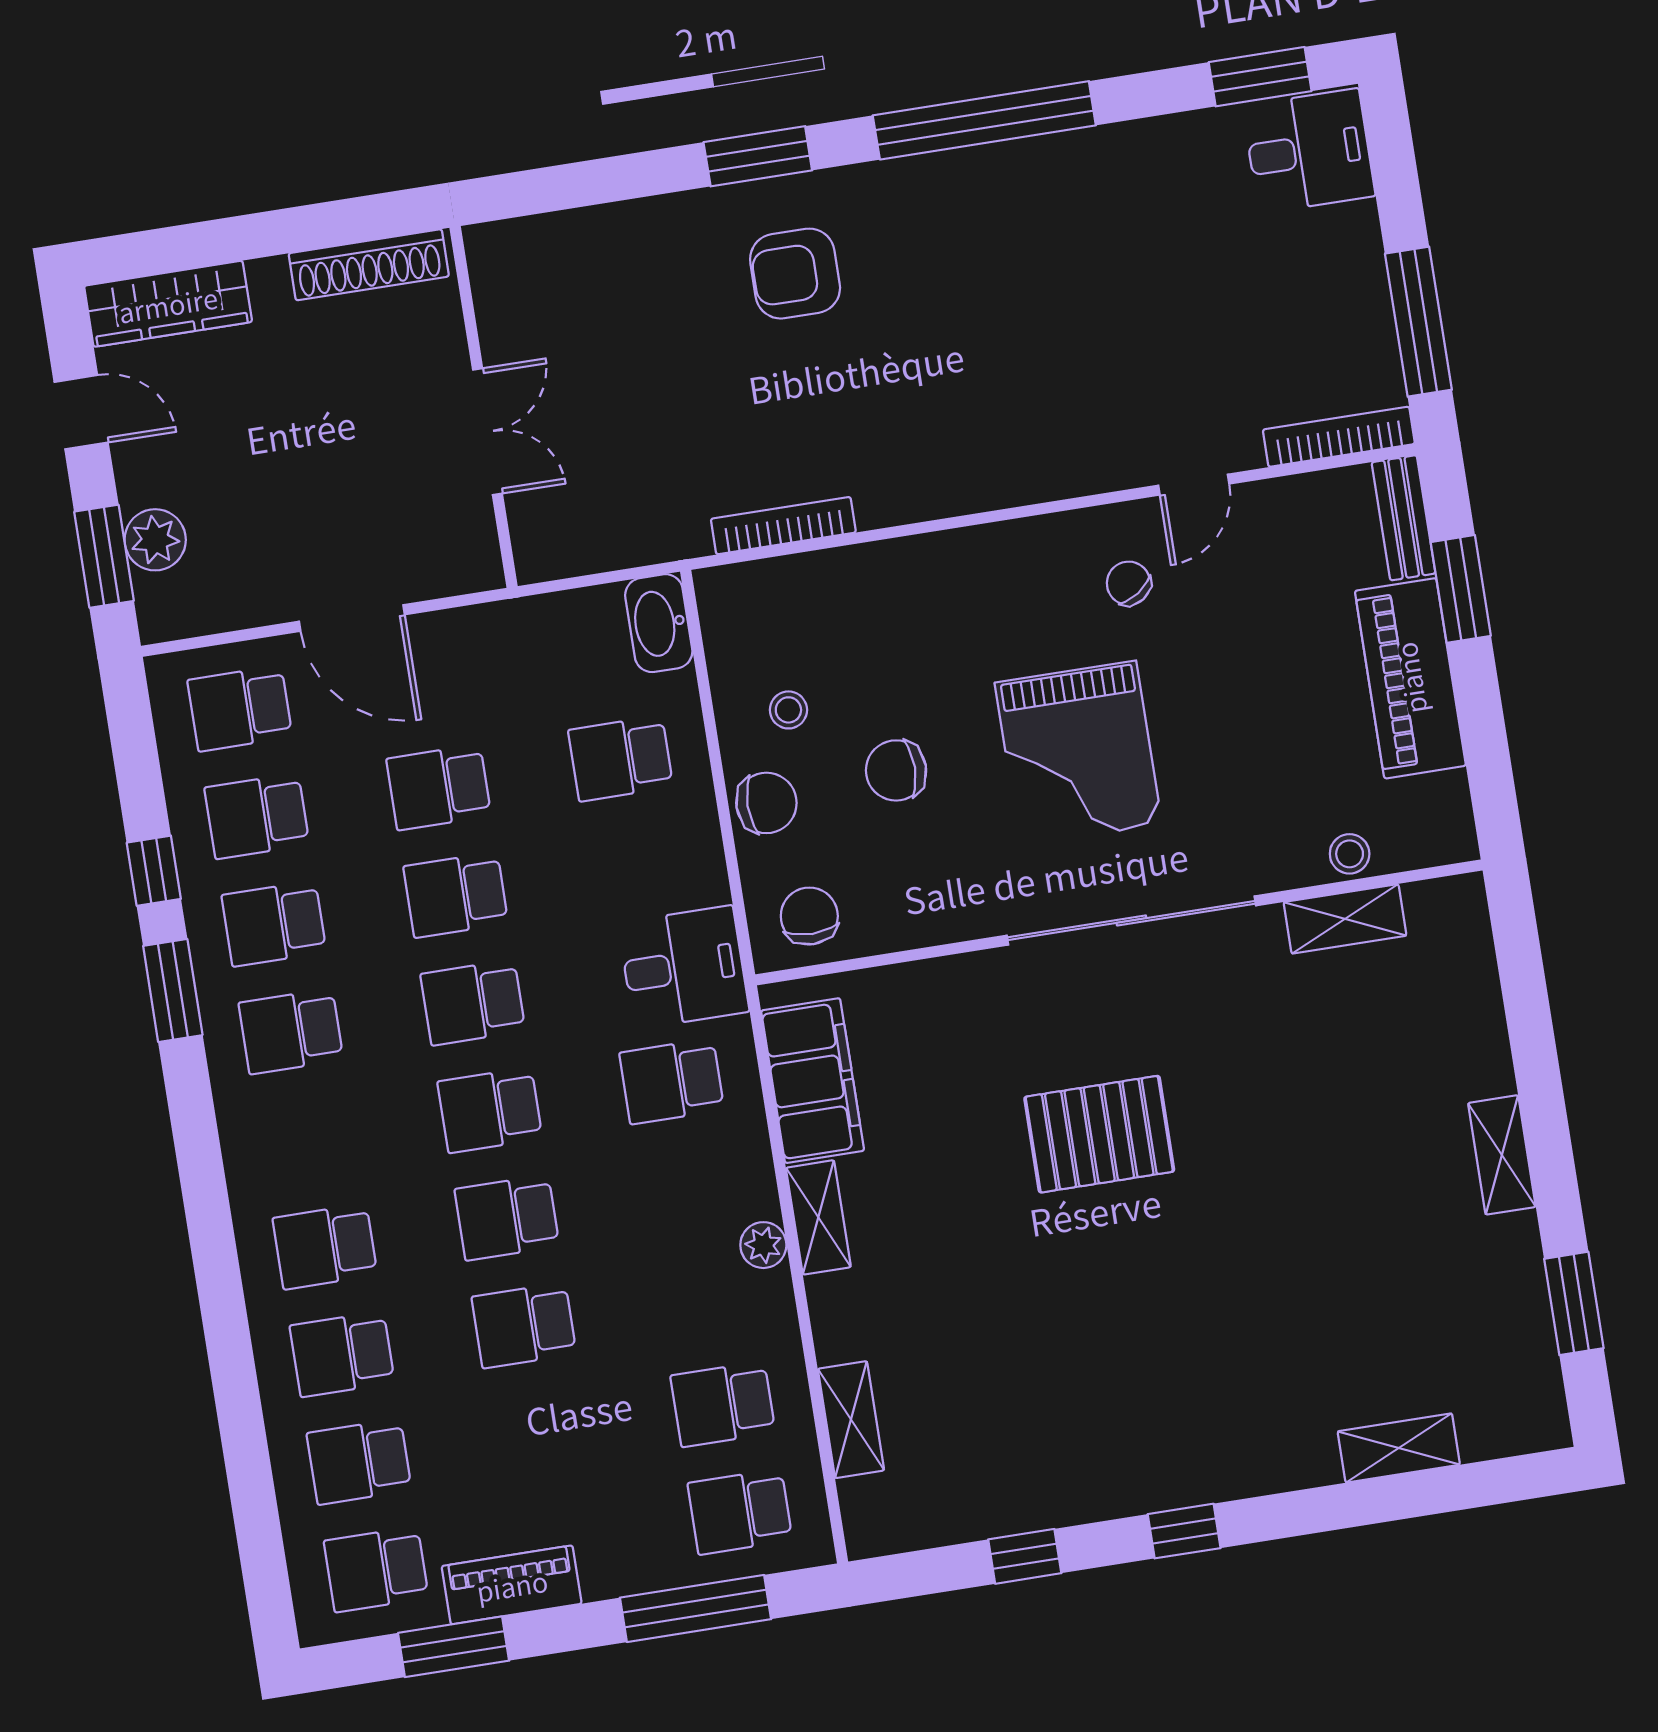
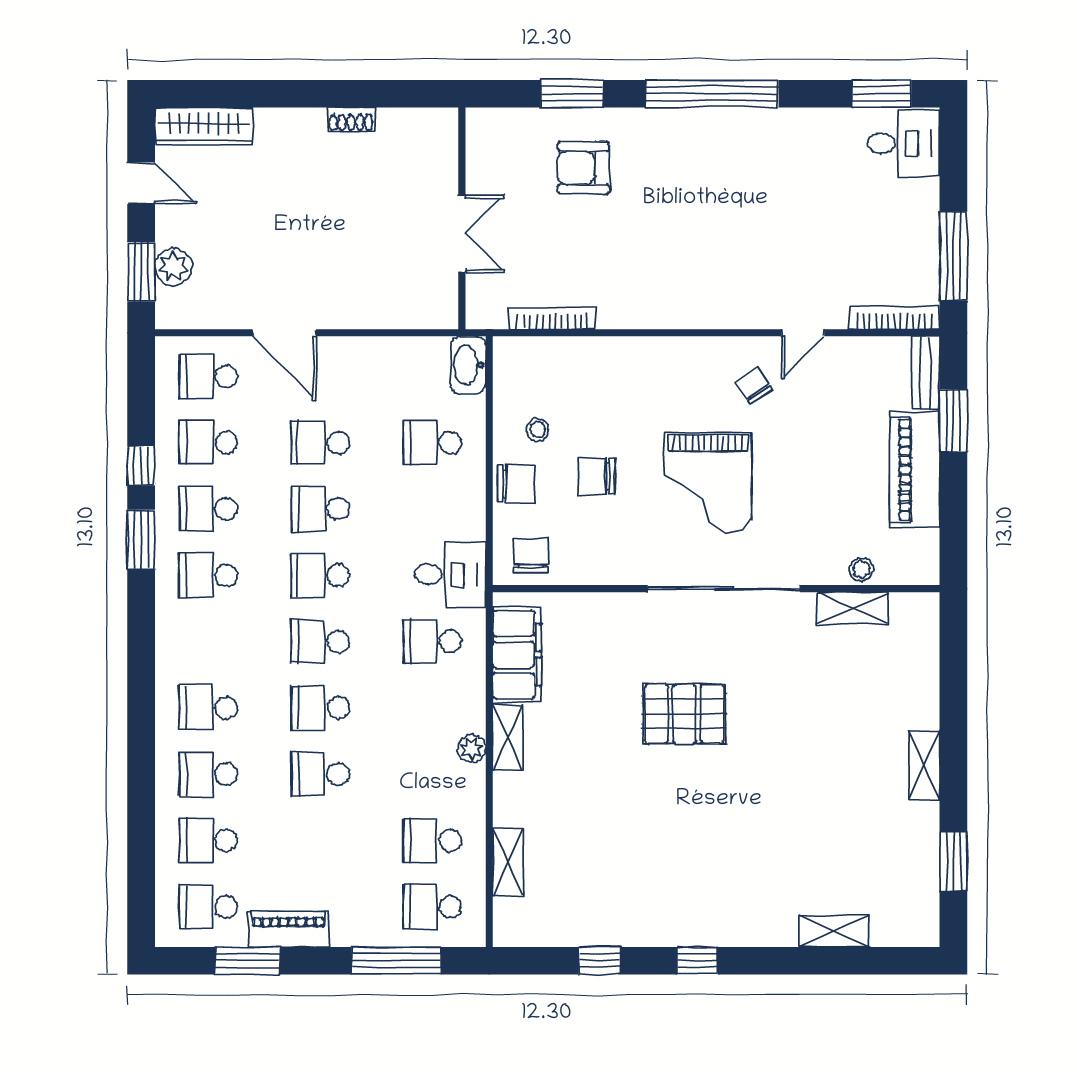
shoe rack: (369, 265) -> (351, 119), width x0.51, depth x0.81
wall: (484, 407) -> (462, 218), moved
double door: (487, 432) -> (462, 234), moved

